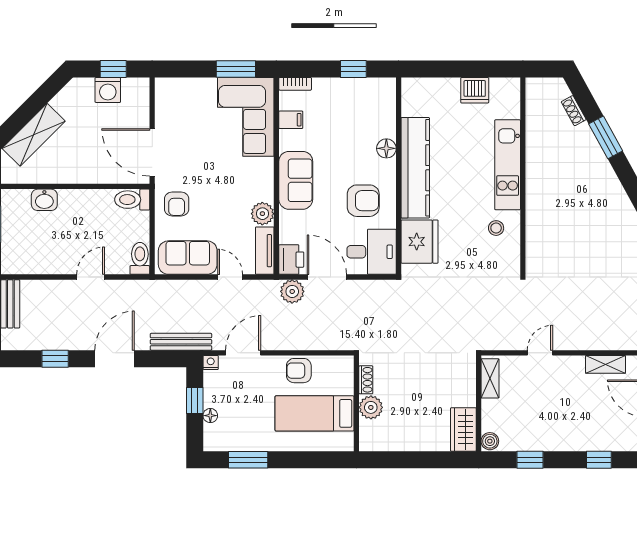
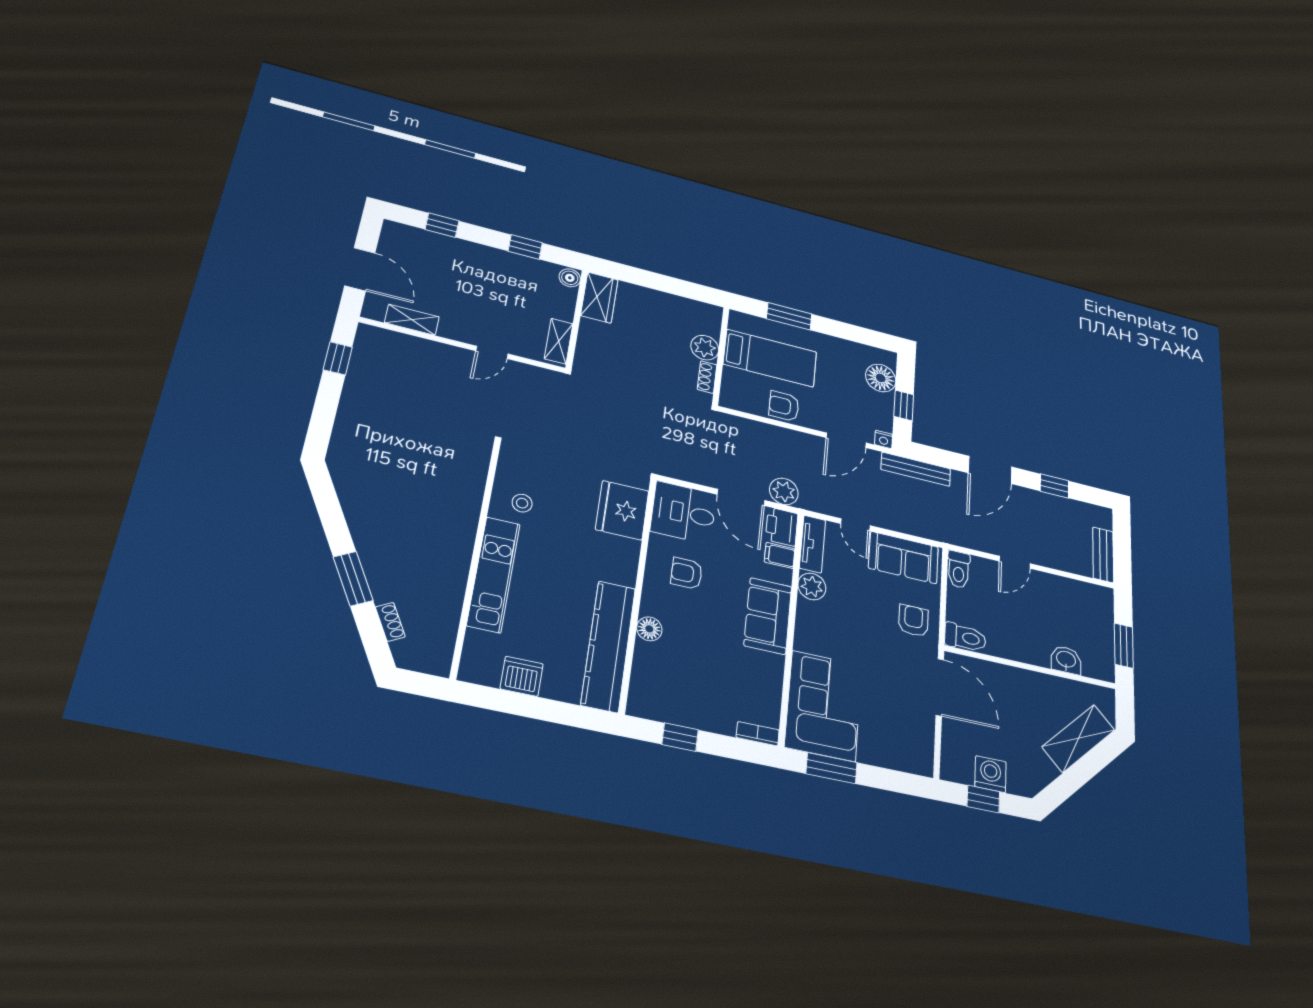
filing cabinet: (291, 120) -> (780, 555), moved
kitchen counter: (415, 168) -> (608, 646), moved
armchair: (363, 201) -> (687, 573), width x0.72, depth x0.72
armchair: (299, 371) -> (784, 406), turned 180
floor lamp: (210, 416) -> (881, 378), width x1.89, depth x1.89
window: (248, 460) -> (789, 316), moved

